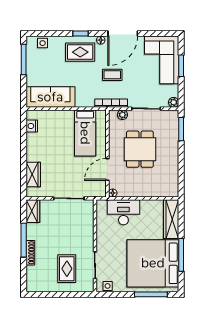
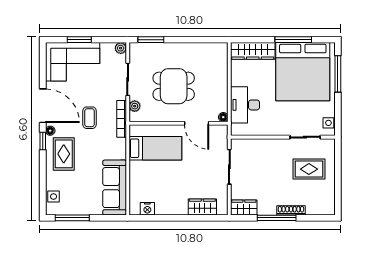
window: (81, 34) -> (43, 141), moved

